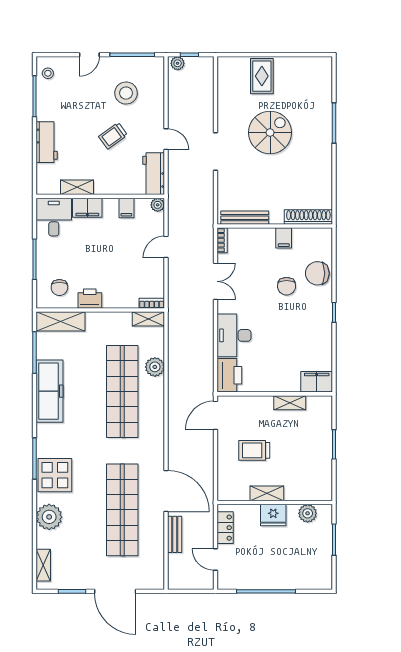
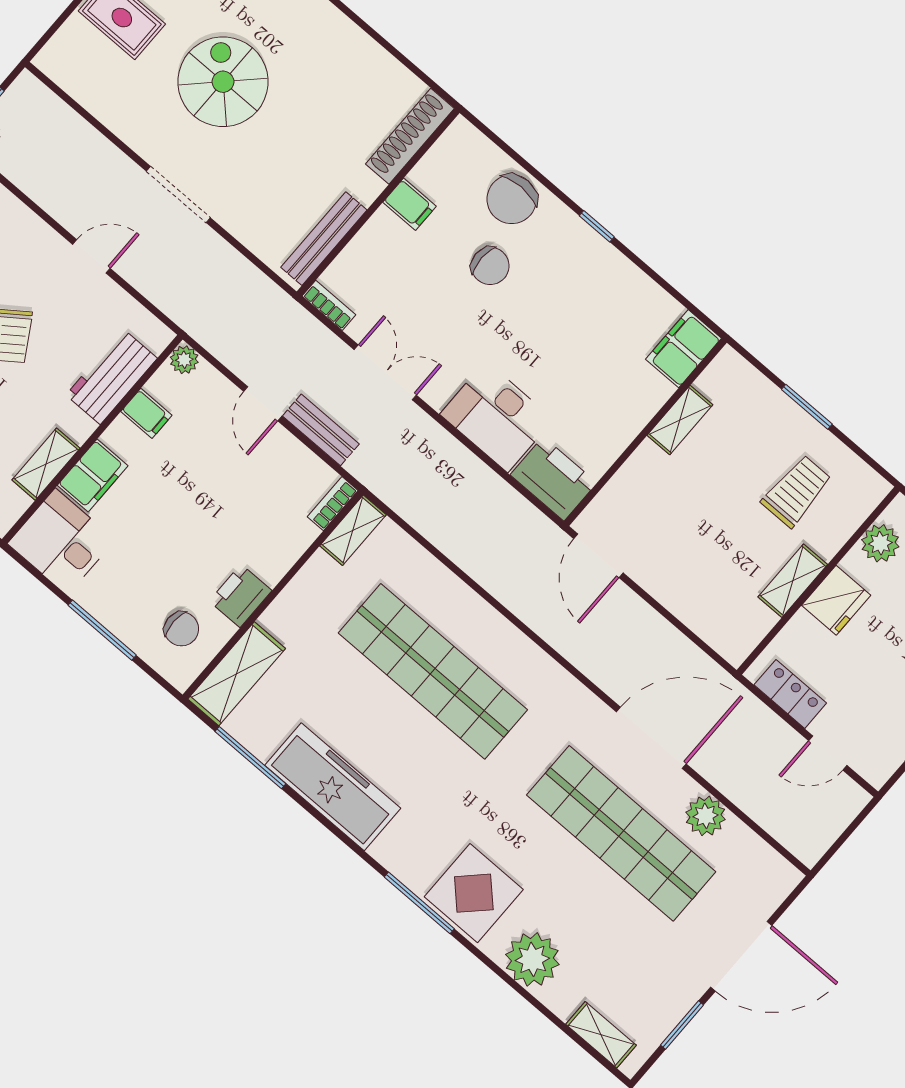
workbench: (154, 174) -> (112, 377), moved, turned 90
plant: (155, 367) -> (706, 816), moved
trolley: (254, 450) -> (797, 491), moved, turned 180
bench: (175, 534) -> (321, 430), moved

